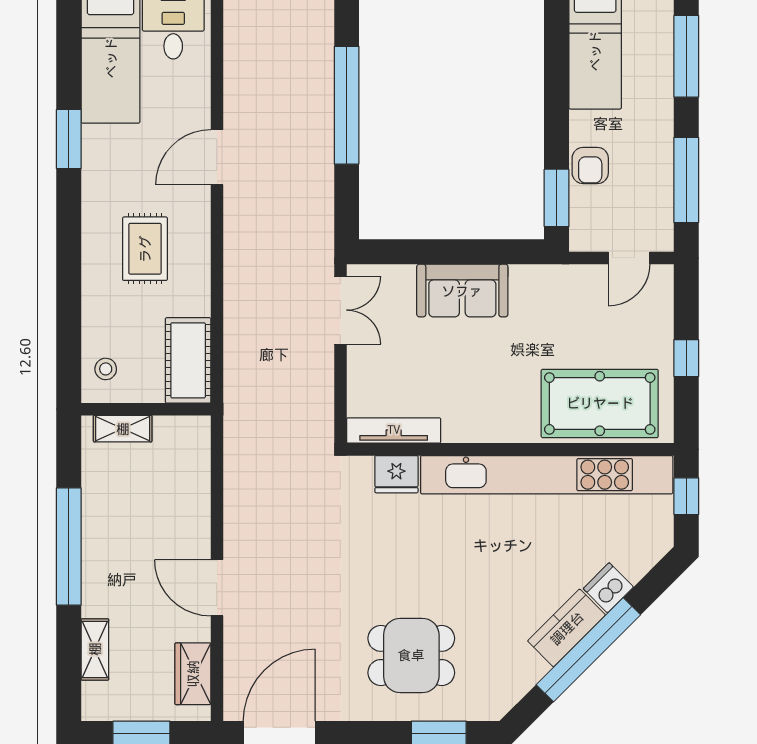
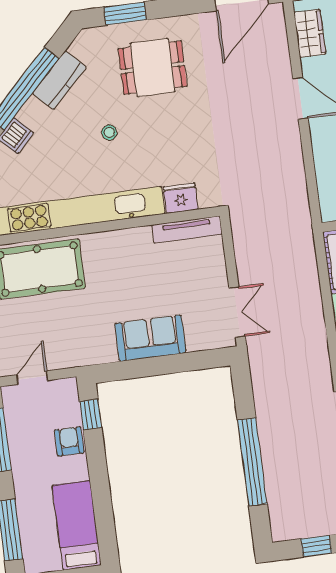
window: (557, 198) -> (91, 415), width x0.67
double door: (340, 310) -> (237, 312), swing flipped
stool: (481, 575) -> (109, 132), added
kitchen counter: (567, 628) -> (59, 80), moved

